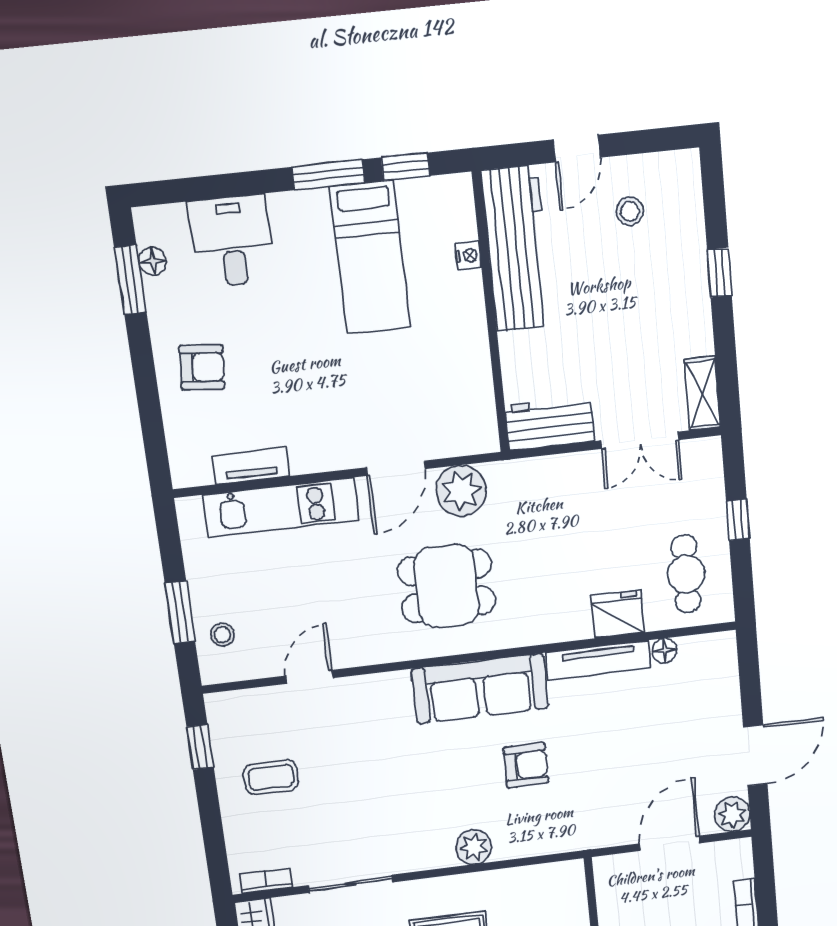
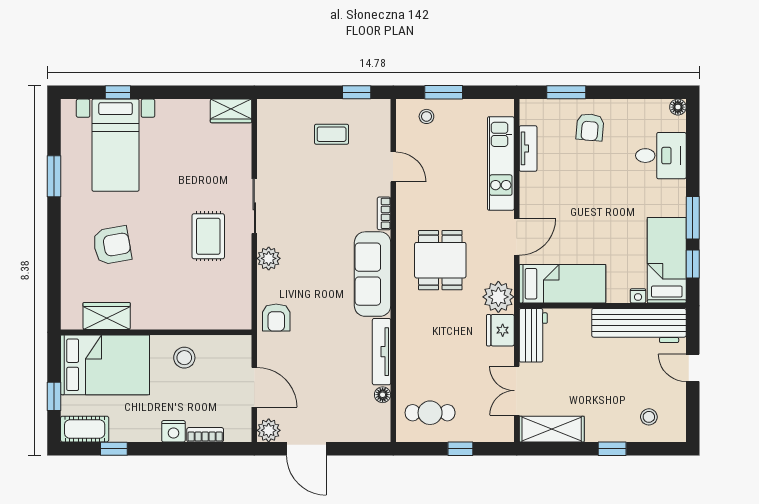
stool: (630, 211) -> (649, 417), moved
bed: (370, 257) -> (667, 260), moved, turned 90
floor lamp: (153, 261) -> (678, 107), moved
window: (130, 280) -> (566, 92), moved
bed: (462, 385) -> (563, 284), added
shelving: (702, 393) -> (552, 429), width x1.50, depth x1.33
door: (396, 468) -> (517, 237), swing flipped
plant: (461, 491) -> (498, 297), moved
fridge: (618, 614) -> (500, 330), moved, turned 180
armchair: (526, 765) -> (276, 317), moved
coffee table: (271, 777) -> (332, 134), turned 90
bookcase: (266, 881) -> (384, 213), moved, turned 180
sliding door: (351, 884) -> (254, 206), moved

